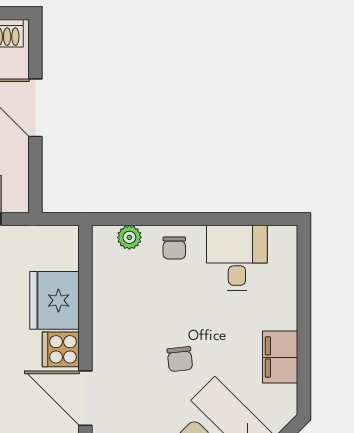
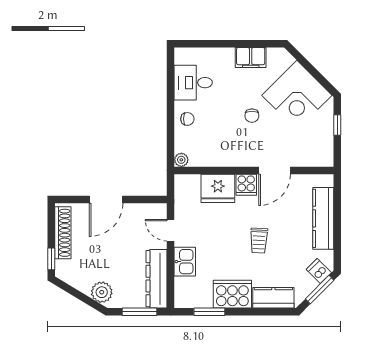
plant: (129, 237) -> (181, 160), moved
chair: (180, 359) -> (252, 116), turned 96

